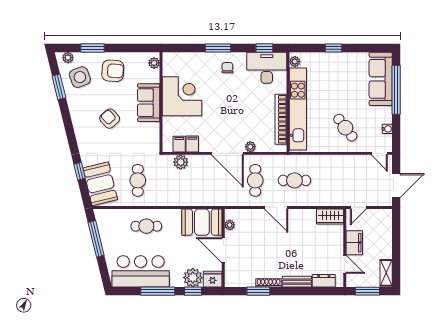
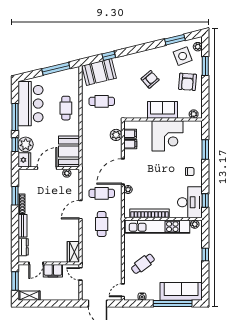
window: (218, 48) -> (205, 149), moved

